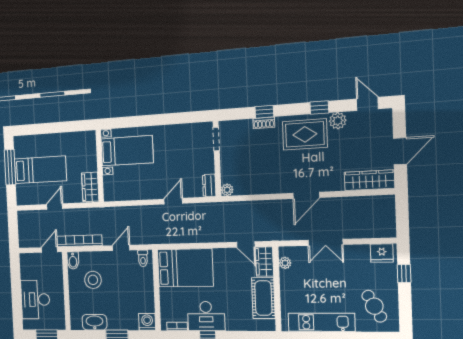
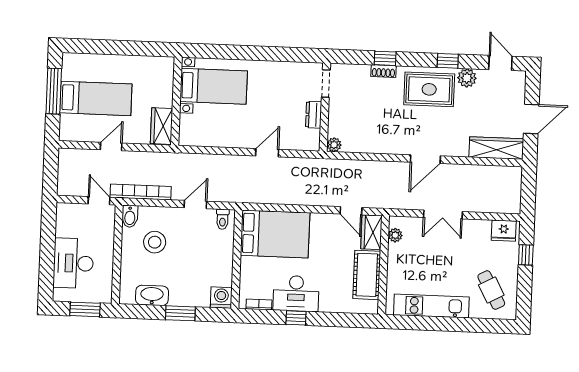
dresser: (209, 186) -> (314, 115), moved
door: (49, 250) -> (99, 201), hinge flipped

